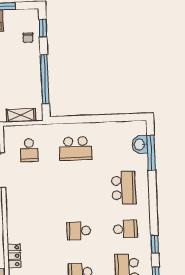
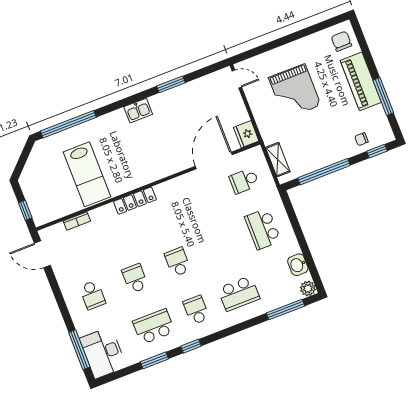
plant: (140, 127) -> (308, 288), added
washbasin: (140, 145) -> (298, 265), moved, turned -90
school desk: (125, 229) -> (196, 310), turned 180
locker: (14, 256) -> (135, 201), width x1.53

